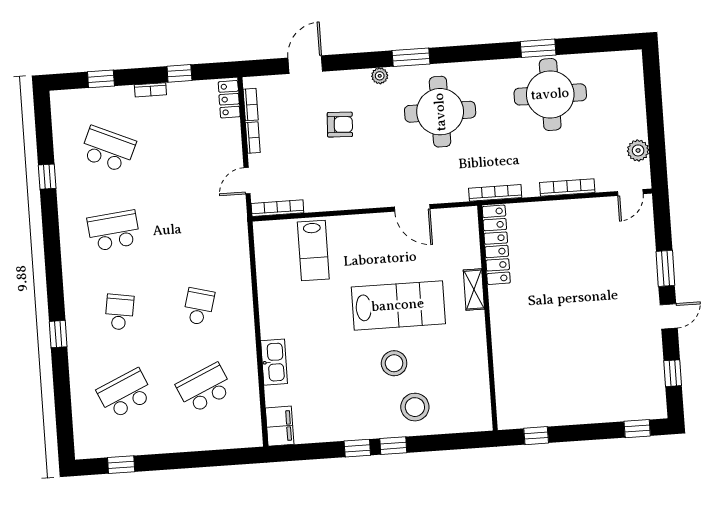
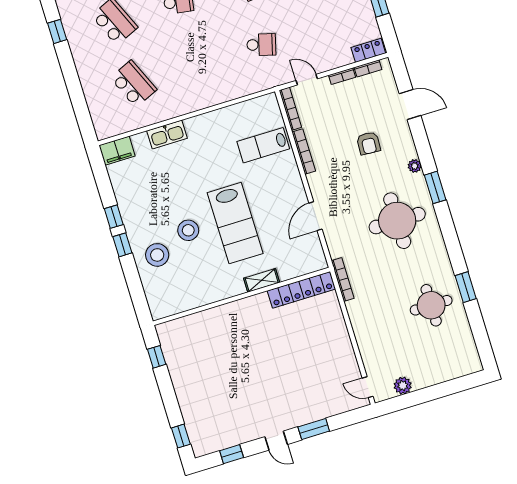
round table: (550, 94) -> (431, 305), width x0.73, depth x0.73
bookcase: (567, 188) -> (304, 152), moved
school desk: (199, 307) -> (261, 45), moved

